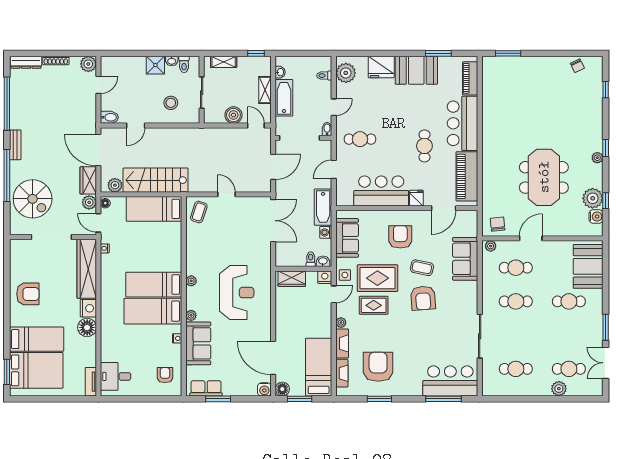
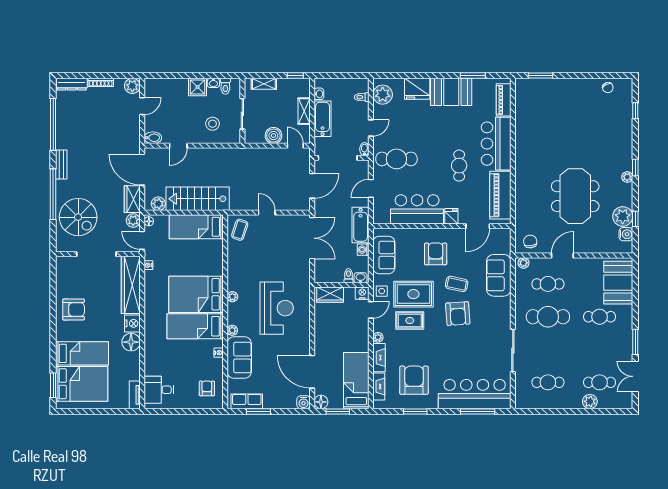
cafe table: (360, 139) -> (396, 159), width x1.37, depth x1.35
bed: (154, 285) -> (196, 294), width x1.50
cafe table: (516, 301) -> (548, 317), width x1.37, depth x1.35
bar counter: (450, 381) -> (475, 394), width x1.36

